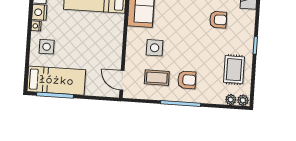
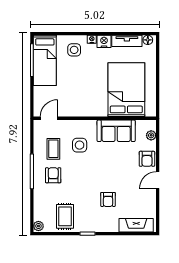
rug: (234, 70) -> (65, 216), turned 90
armchair: (187, 80) -> (53, 175), turned 180
plant: (231, 100) -> (38, 215), removed

